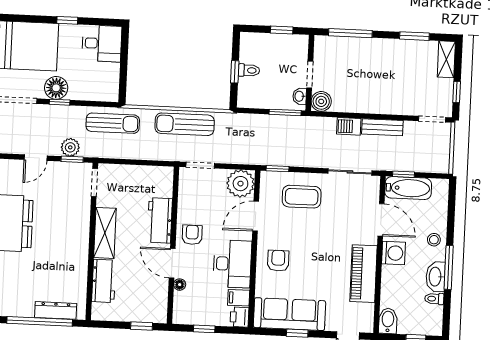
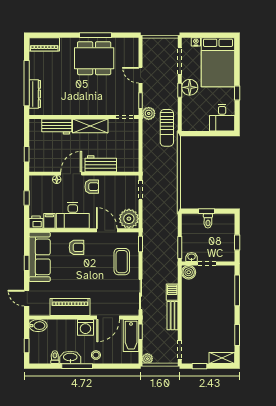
sun lounger: (185, 124) -> (168, 178), removed
plant: (70, 147) -> (149, 113), moved
plant: (442, 166) -> (147, 359), added

